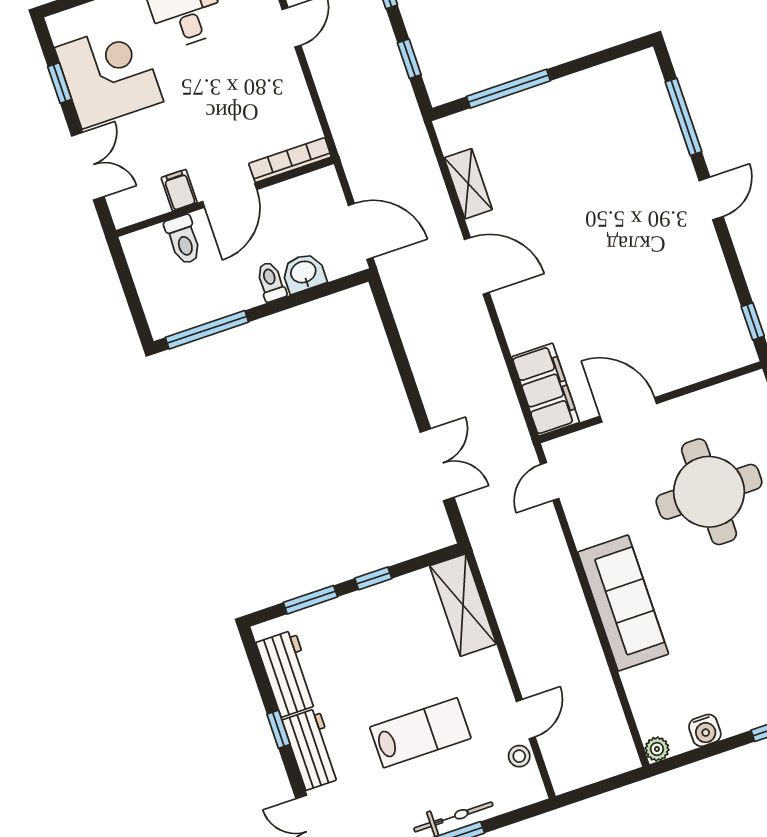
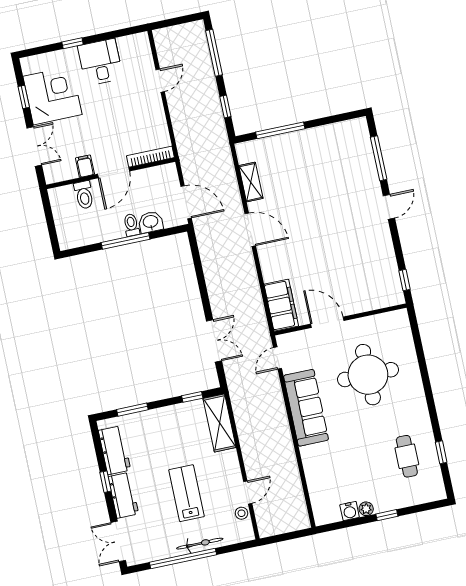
window: (207, 330) -> (126, 241), moved
window: (373, 578) -> (192, 397), moved
sofa: (623, 603) -> (306, 408), moved
lab bench: (420, 733) -> (187, 493), turned -90
plant: (657, 749) -> (366, 509), moved

